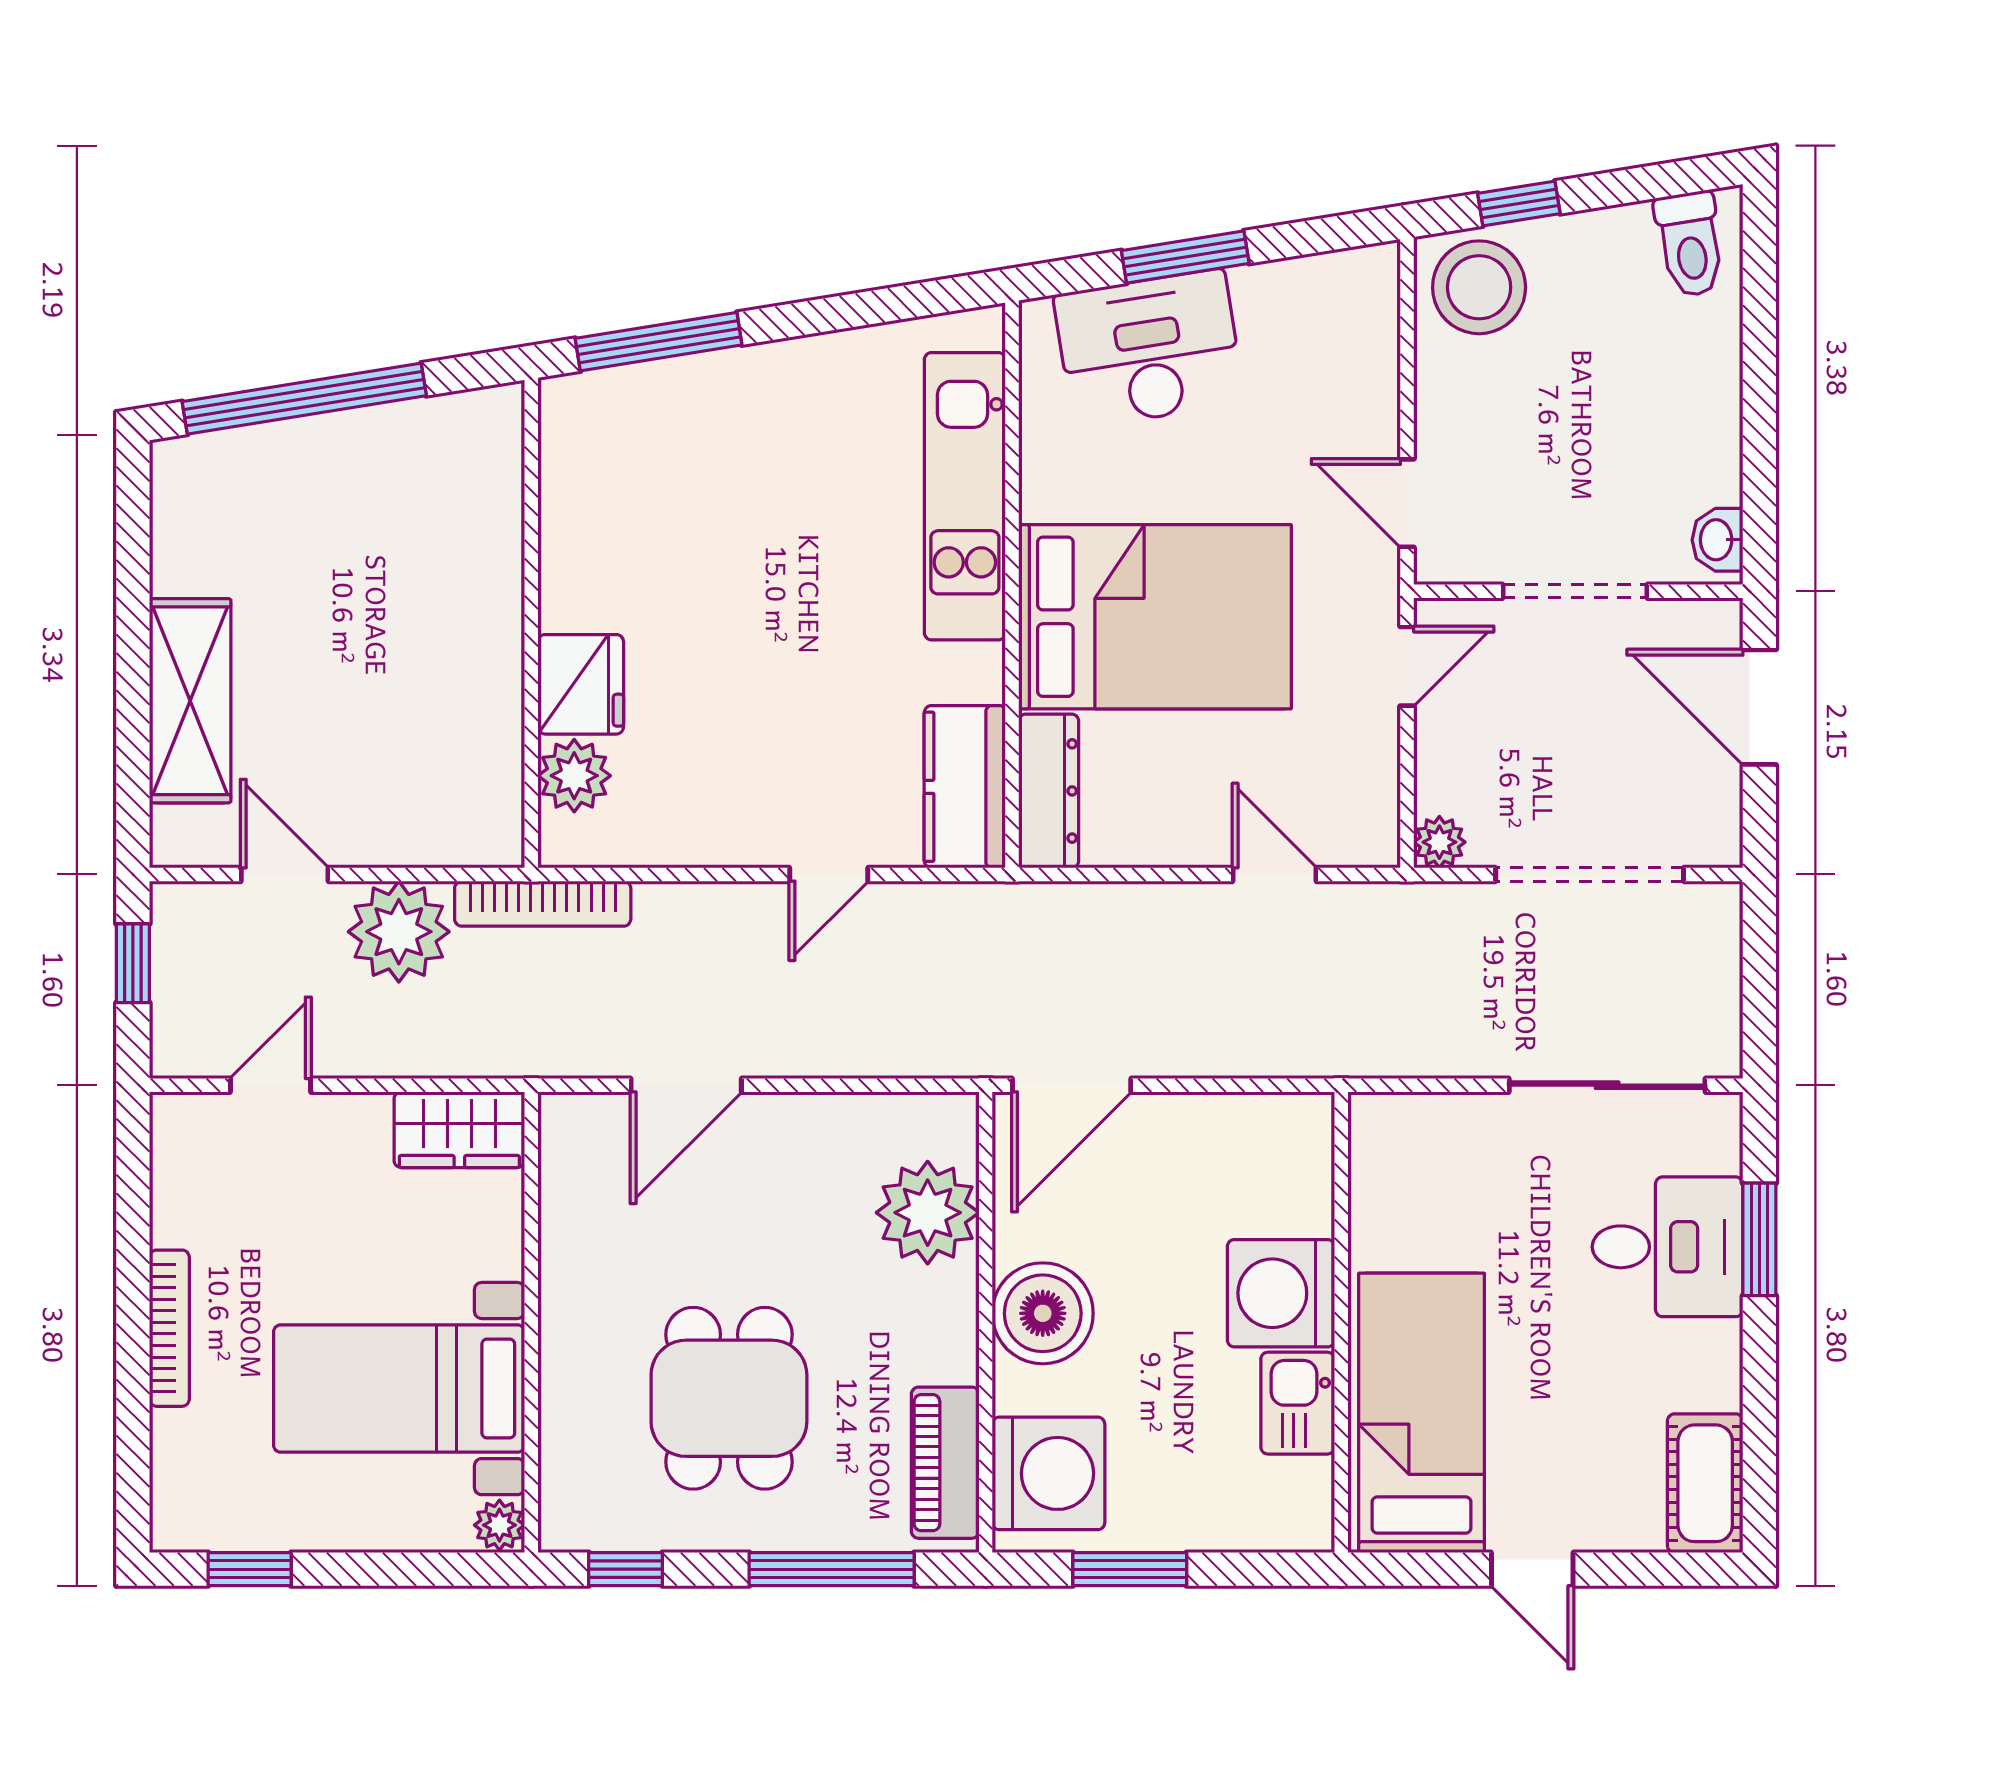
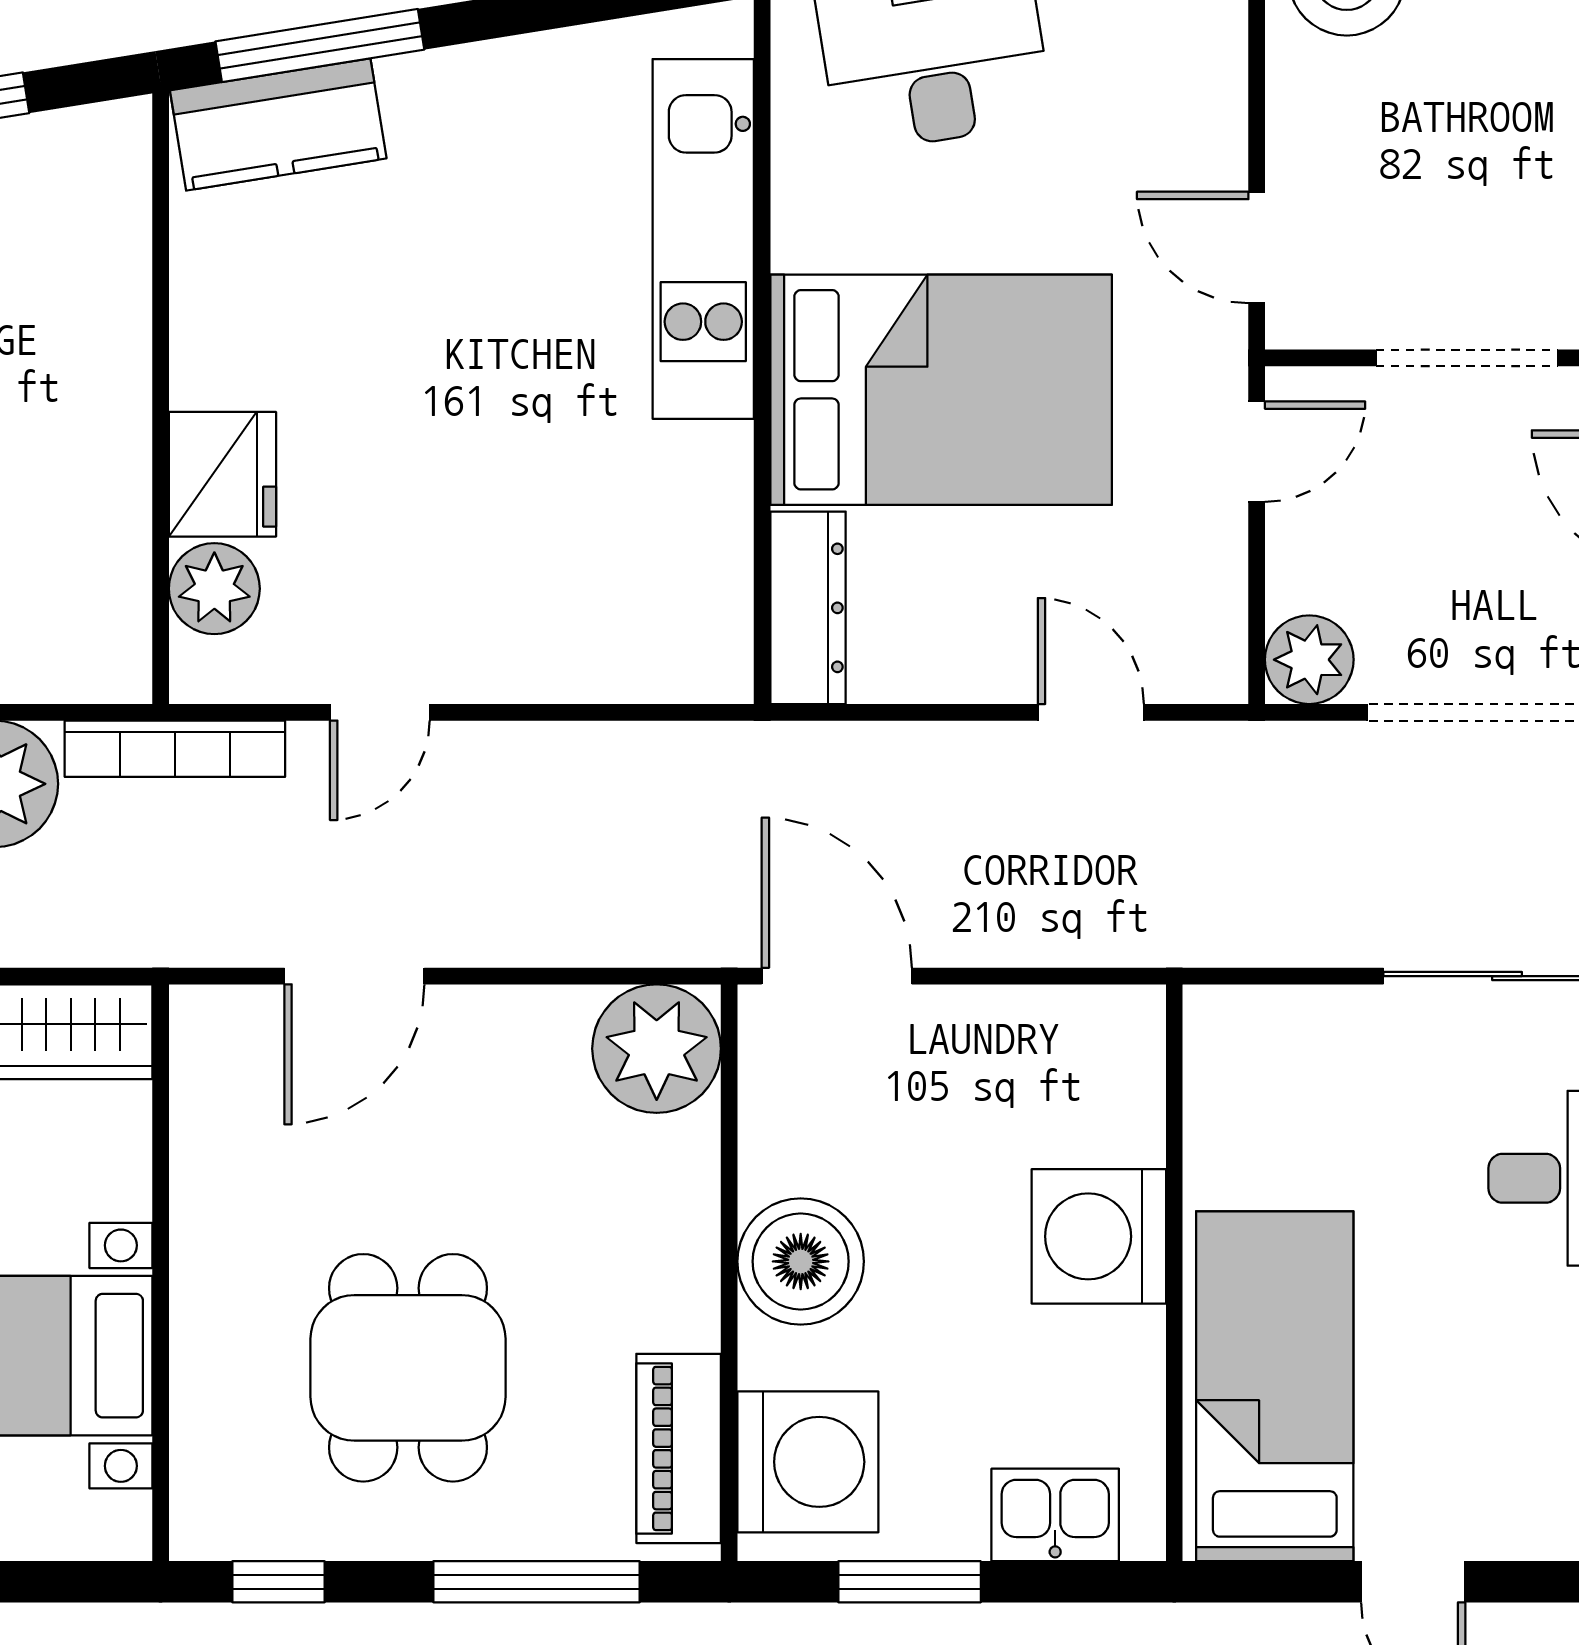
kitchen counter: (965, 787) -> (278, 124), moved, turned -99
plant: (1439, 842) -> (1309, 660), width x1.38, depth x1.38
door: (829, 874) -> (380, 712), moved
door: (1072, 1085) -> (837, 976), swing flipped
plant: (928, 1213) -> (657, 1049), moved
kitchen sink: (1298, 1403) -> (1055, 1515), moved, turned 90
plant: (499, 1525) -> (121, 1527), removed

